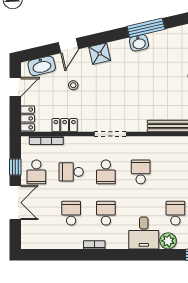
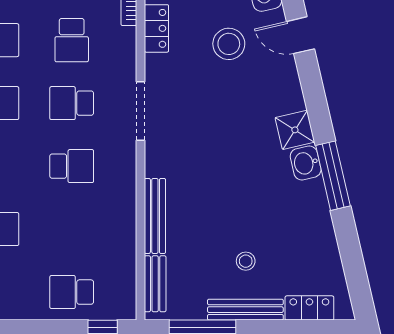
shower: (100, 54) -> (295, 130), moved
stool: (73, 85) -> (229, 44), width x1.89, depth x1.89
school desk: (71, 172) -> (72, 40), turned 180

